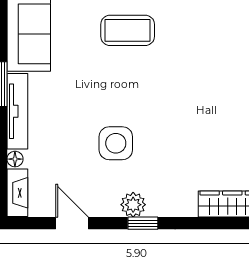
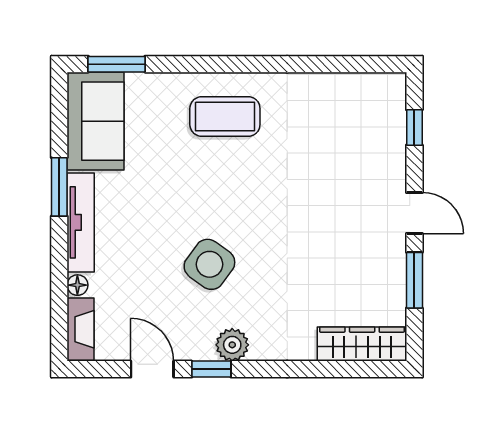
side table: (116, 143) -> (209, 264), turned 36
window: (143, 223) -> (211, 369), moved

